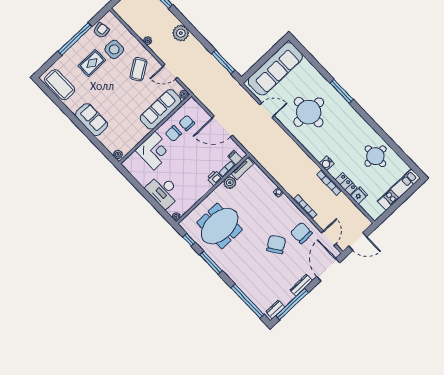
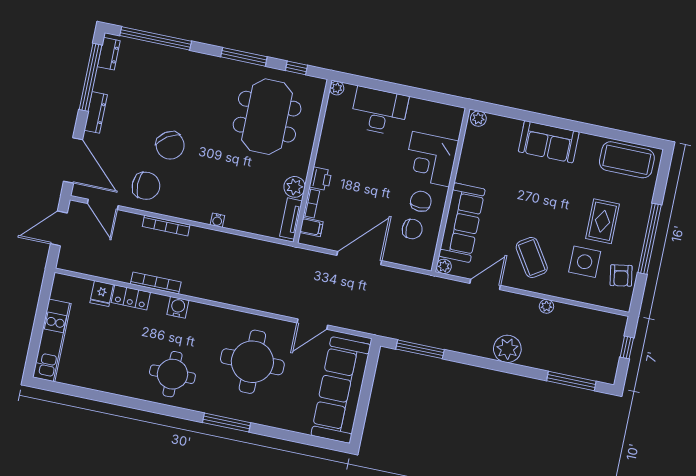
round table: (375, 156) -> (172, 374), moved

